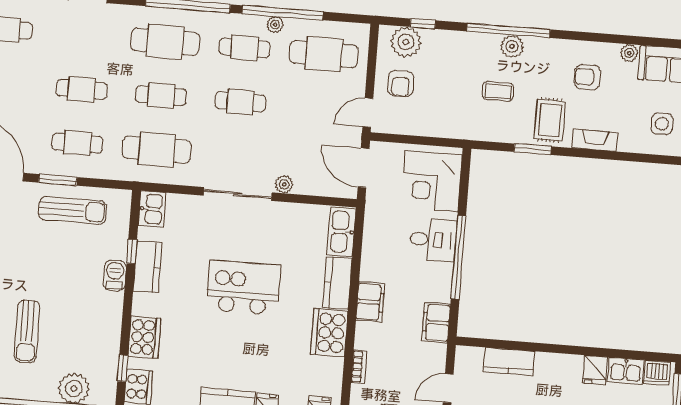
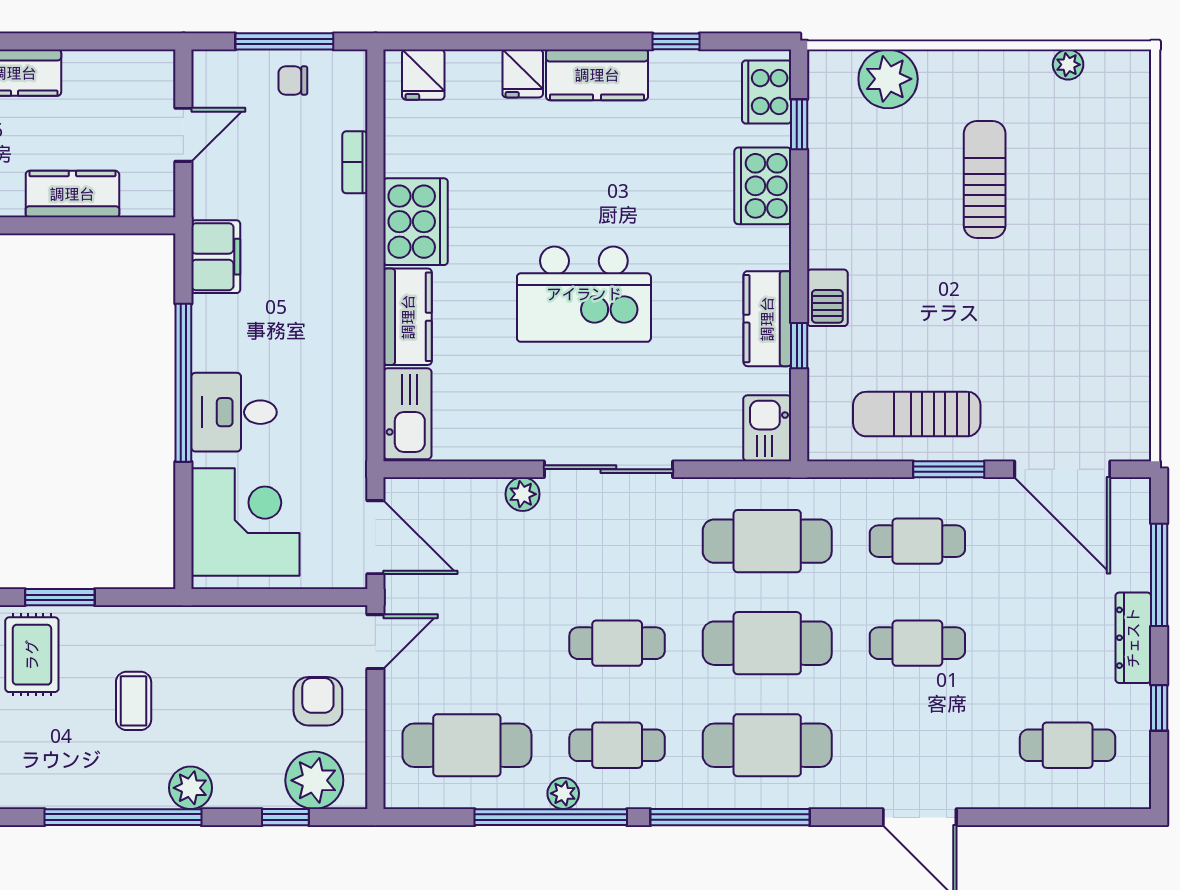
plant: (512, 46) -> (191, 788), moved
coffee table: (498, 91) -> (134, 701), turned 90
cafe table: (161, 96) -> (767, 643), width x1.37, depth x1.35
filing cabinet: (370, 302) -> (343, 286), removed

